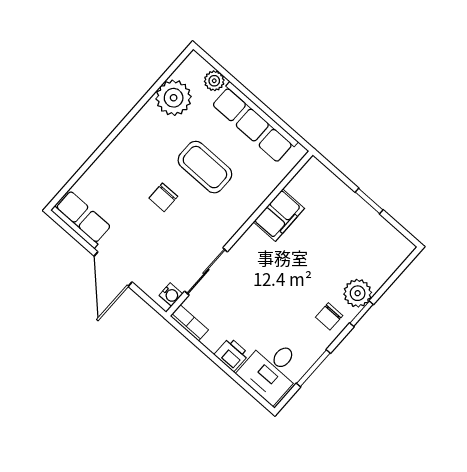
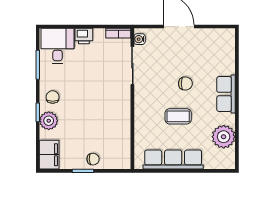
plant: (214, 81) -> (211, 163), removed
coffee table: (205, 167) -> (178, 116), width x0.73, depth x0.77
chair: (163, 197) -> (185, 84), turned 90
chair: (346, 204) -> (93, 159), added
filing cabinet: (279, 215) -> (49, 155), moved, turned 180
row of seats: (81, 219) -> (226, 94), moved, turned 90

